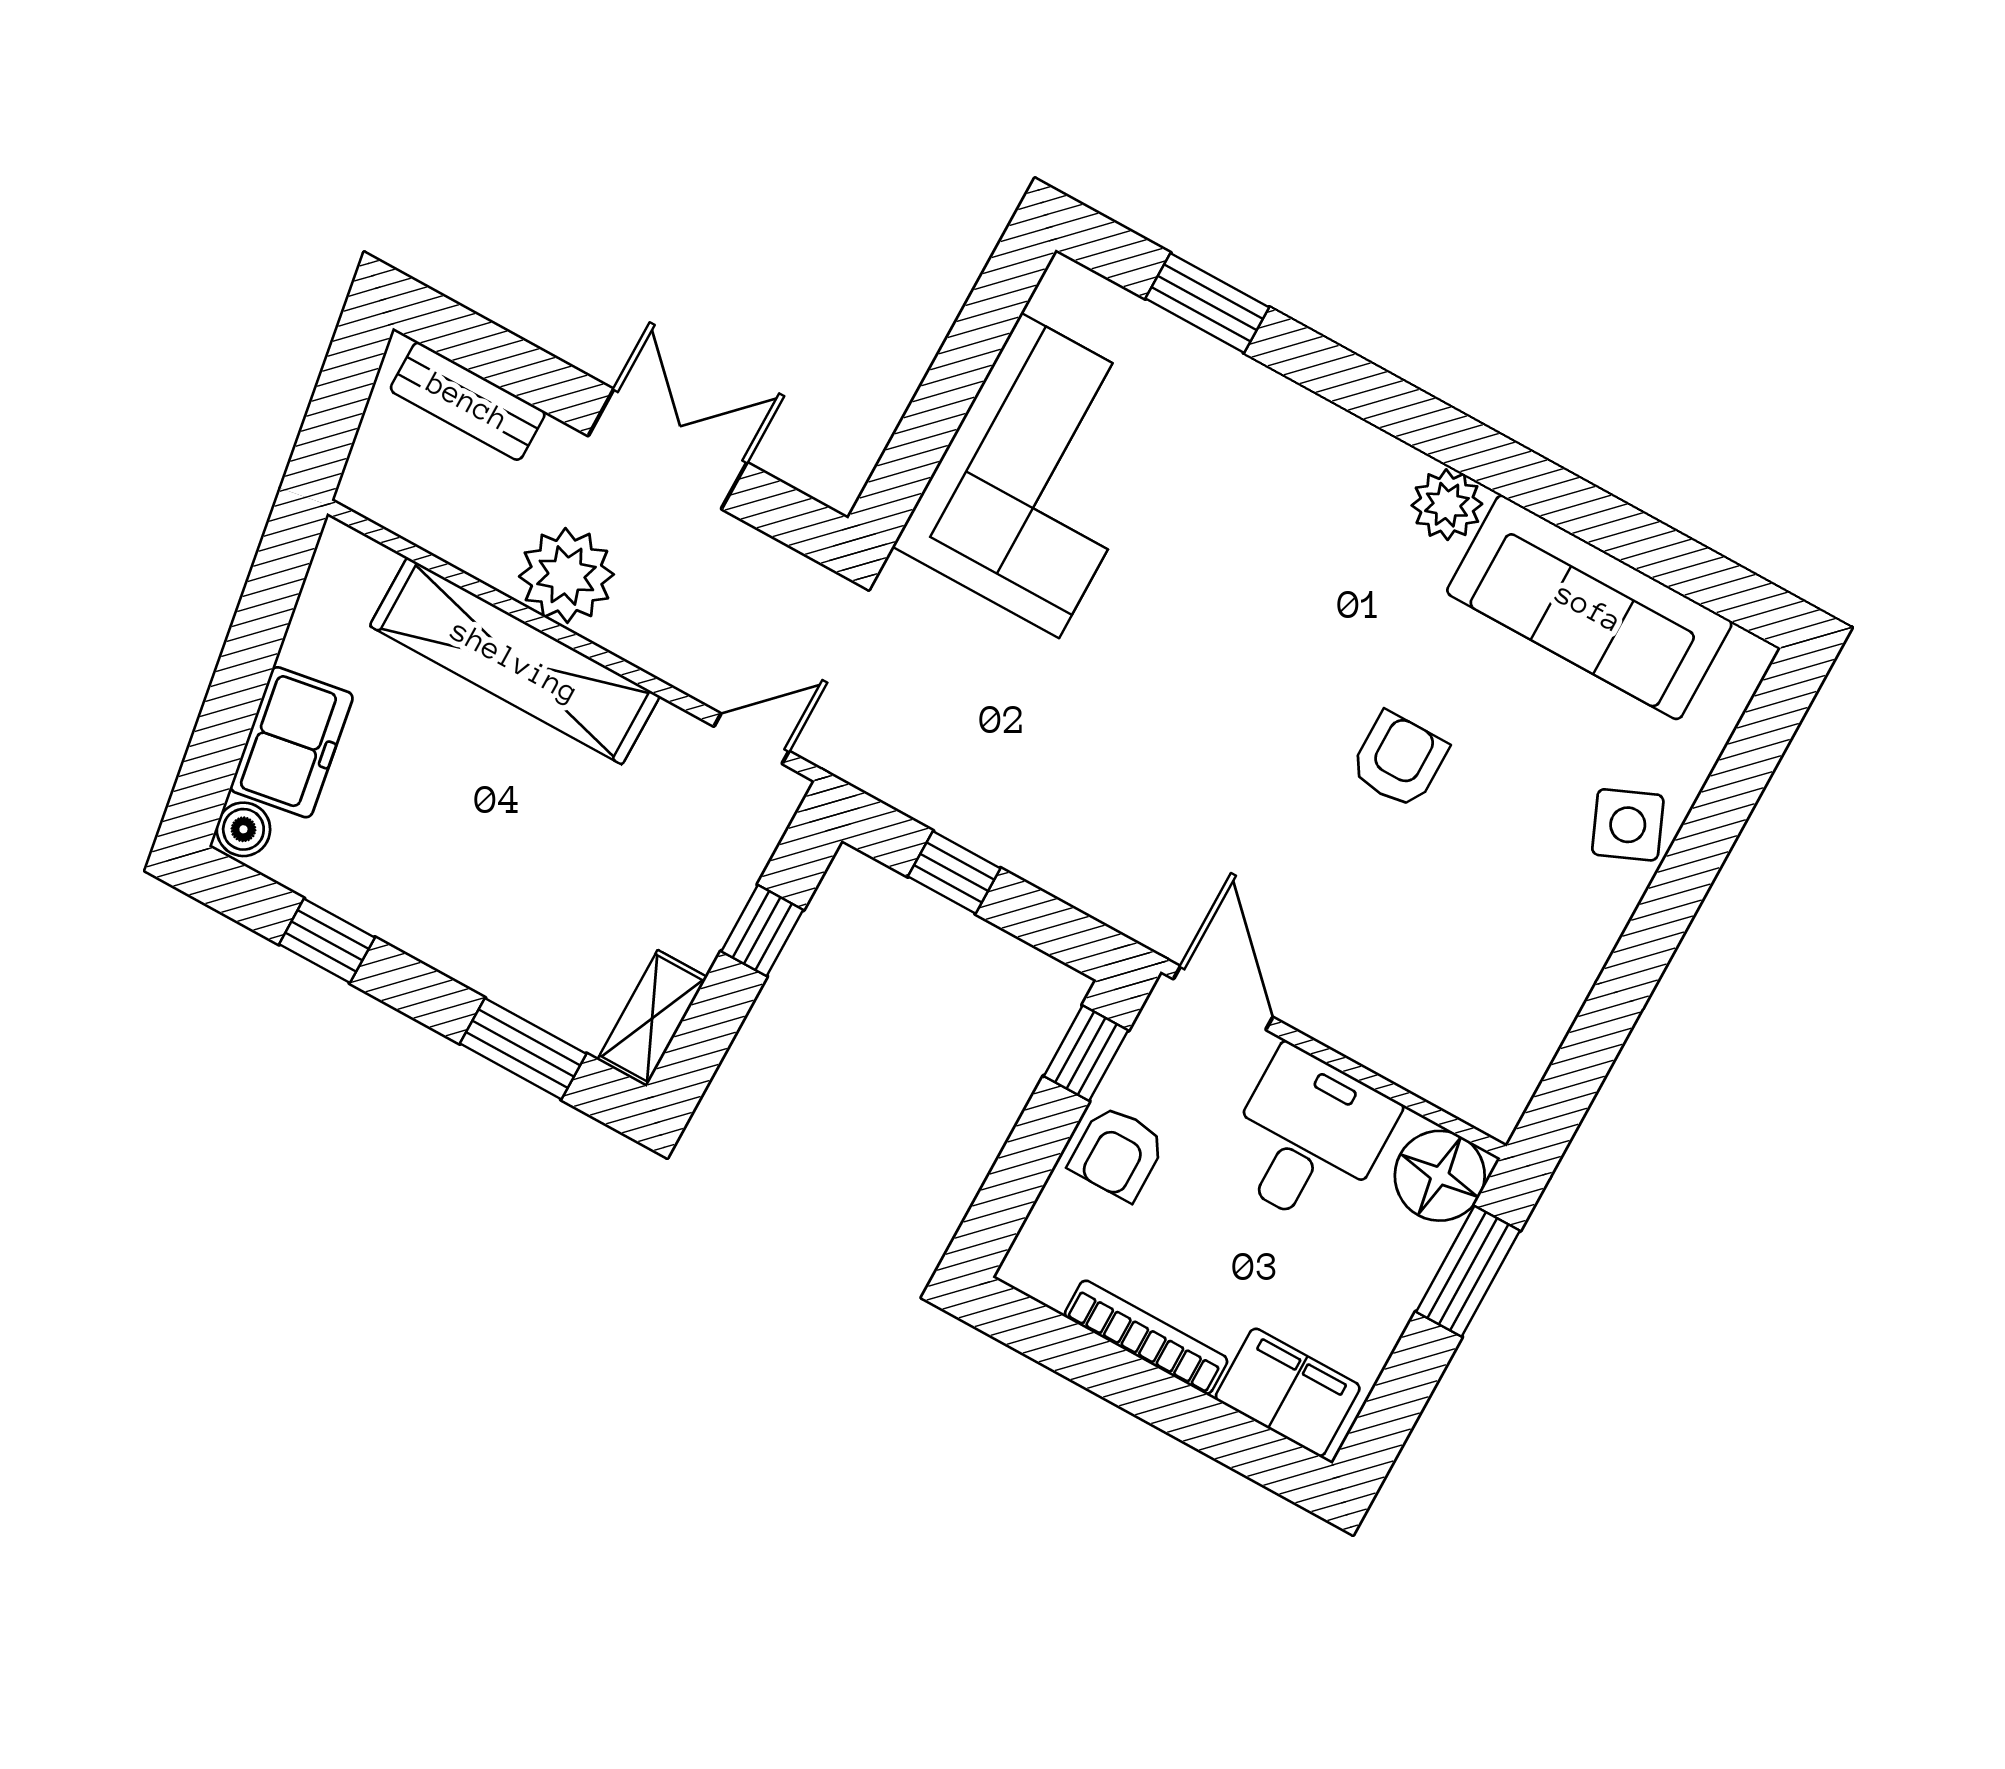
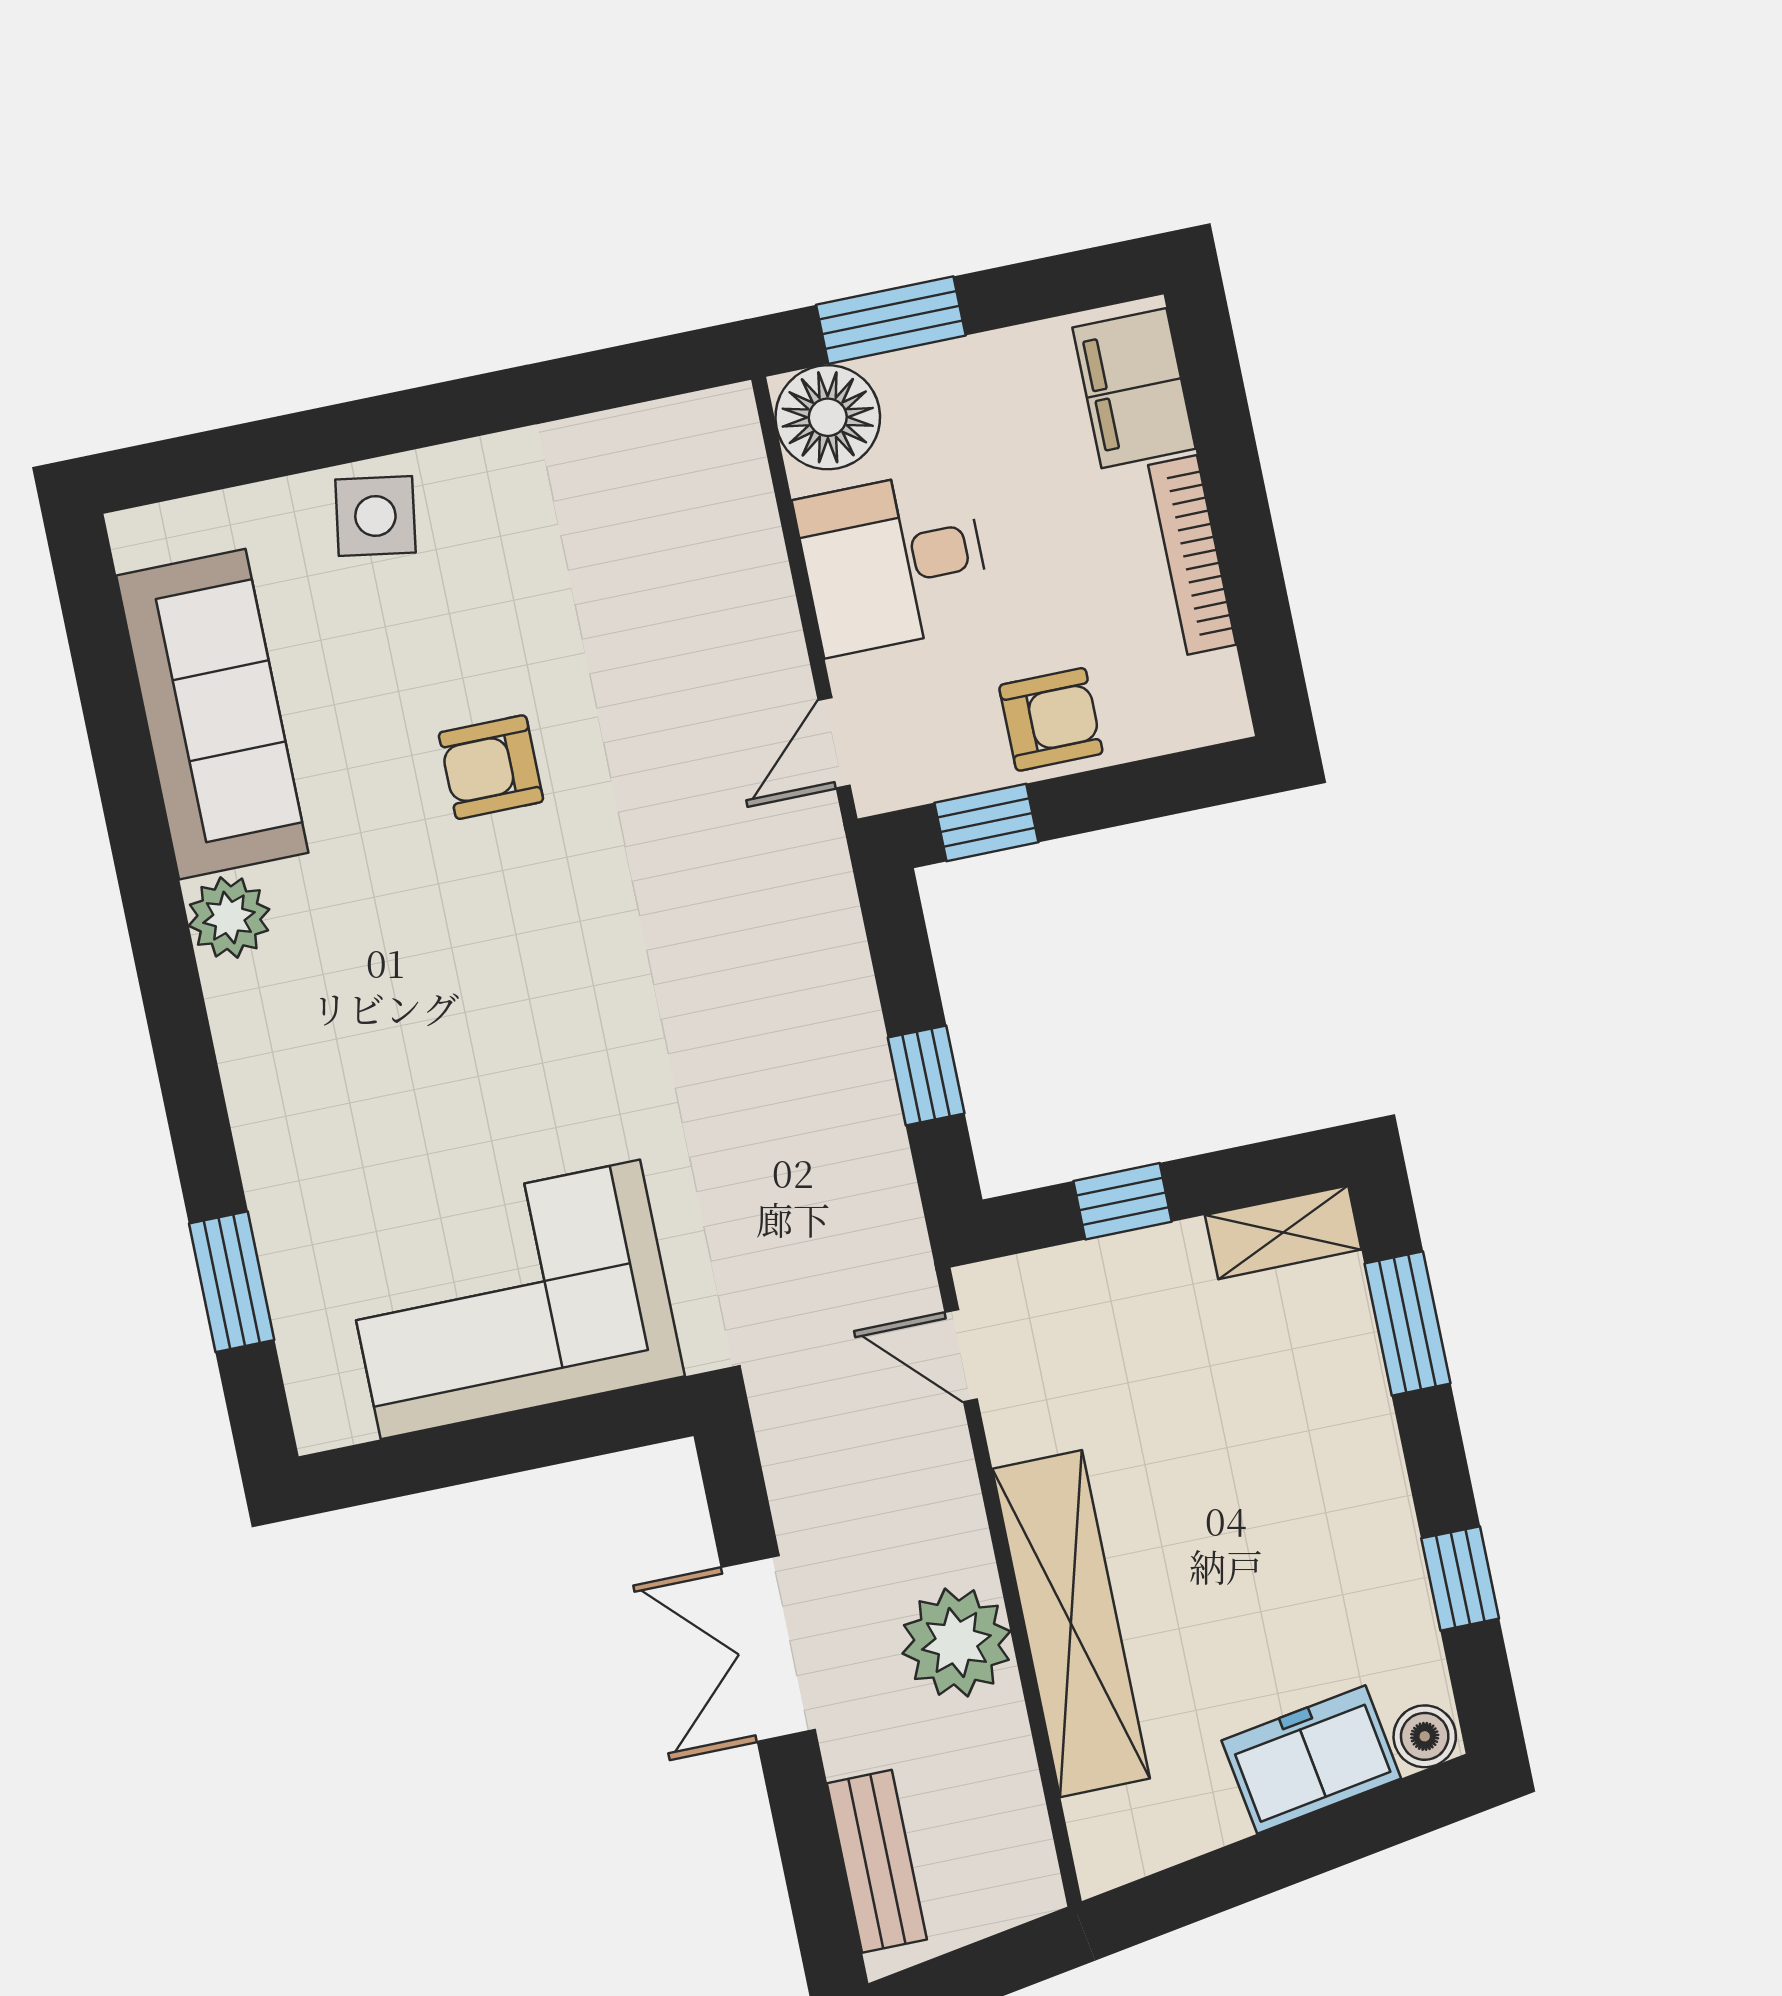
side table: (1628, 825) -> (375, 516), turned 32
door: (1223, 998) -> (834, 743), width x0.73

